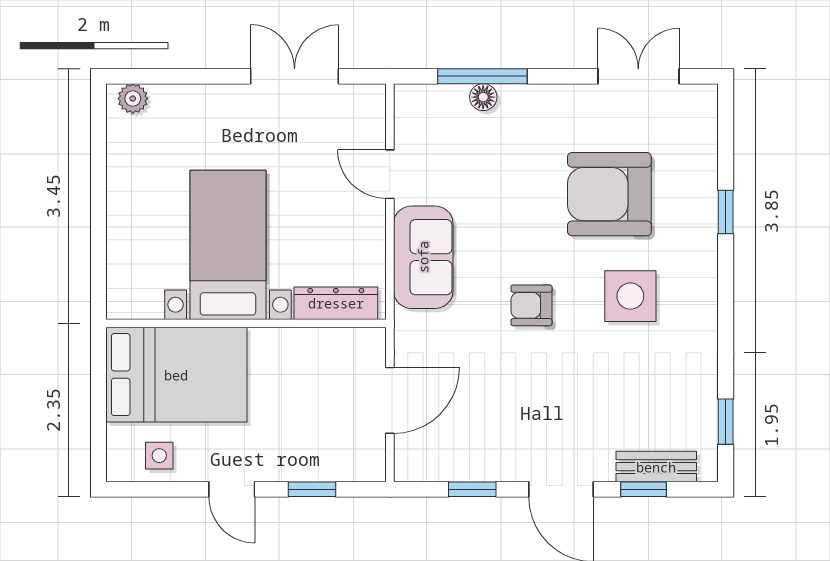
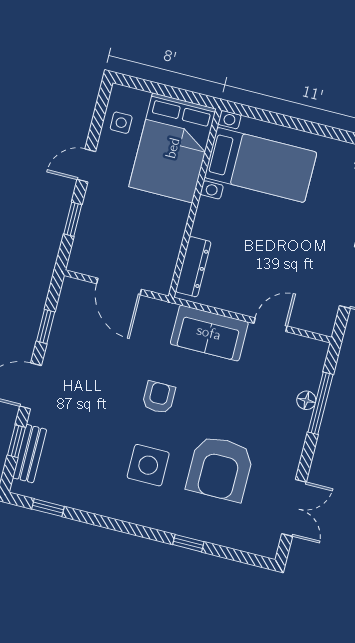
armchair: (609, 194) -> (220, 468), turned 180
bed with nightstands: (228, 245) -> (261, 165), moved

